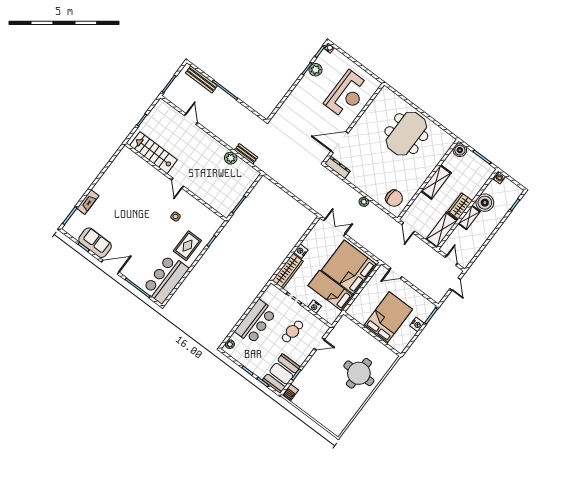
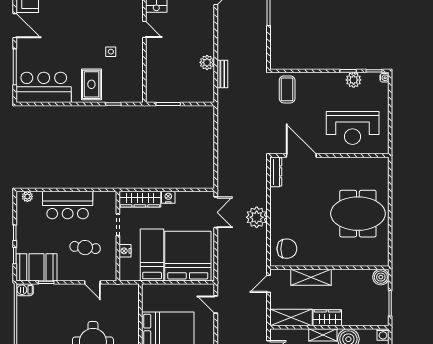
coffee table: (289, 119) -> (287, 89), added
shelving: (436, 182) -> (311, 277), moved
door: (177, 183) -> (144, 29), swing flipped
chair: (394, 198) -> (287, 249), turned -90
plant: (364, 202) -> (257, 217), width x1.87, depth x1.87
rug: (187, 246) -> (91, 84), turned 90

